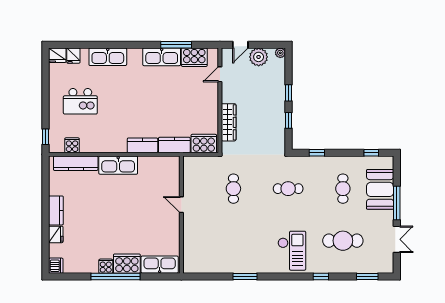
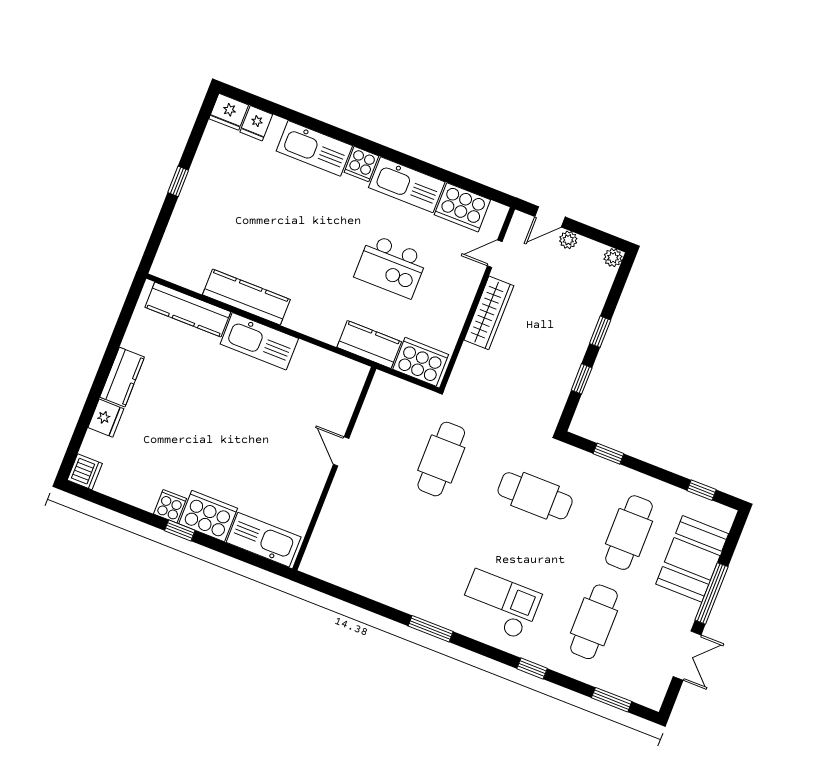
window: (176, 45) -> (440, 174), removed
plant: (259, 57) -> (568, 240), width x0.53, depth x0.53
kitchen island: (80, 101) -> (391, 266), moved
wardrobe: (229, 122) -> (489, 313), moved
window: (45, 137) -> (178, 181), moved
cooker: (72, 145) -> (361, 164), moved, turned 180
kitchen counter: (142, 145) -> (246, 297), moved, width x1.50
cafe table: (233, 189) -> (441, 459), width x1.37, depth x1.35
cafe table: (288, 189) -> (535, 496), width x1.37, depth x1.35
cafe table: (343, 189) -> (629, 533), width x1.37, depth x1.35
cafe table: (343, 241) -> (594, 622), turned 90
checkout: (292, 251) -> (500, 605), turned -90
window: (115, 277) -> (180, 530), width x0.32
window: (245, 277) -> (431, 629), moved

